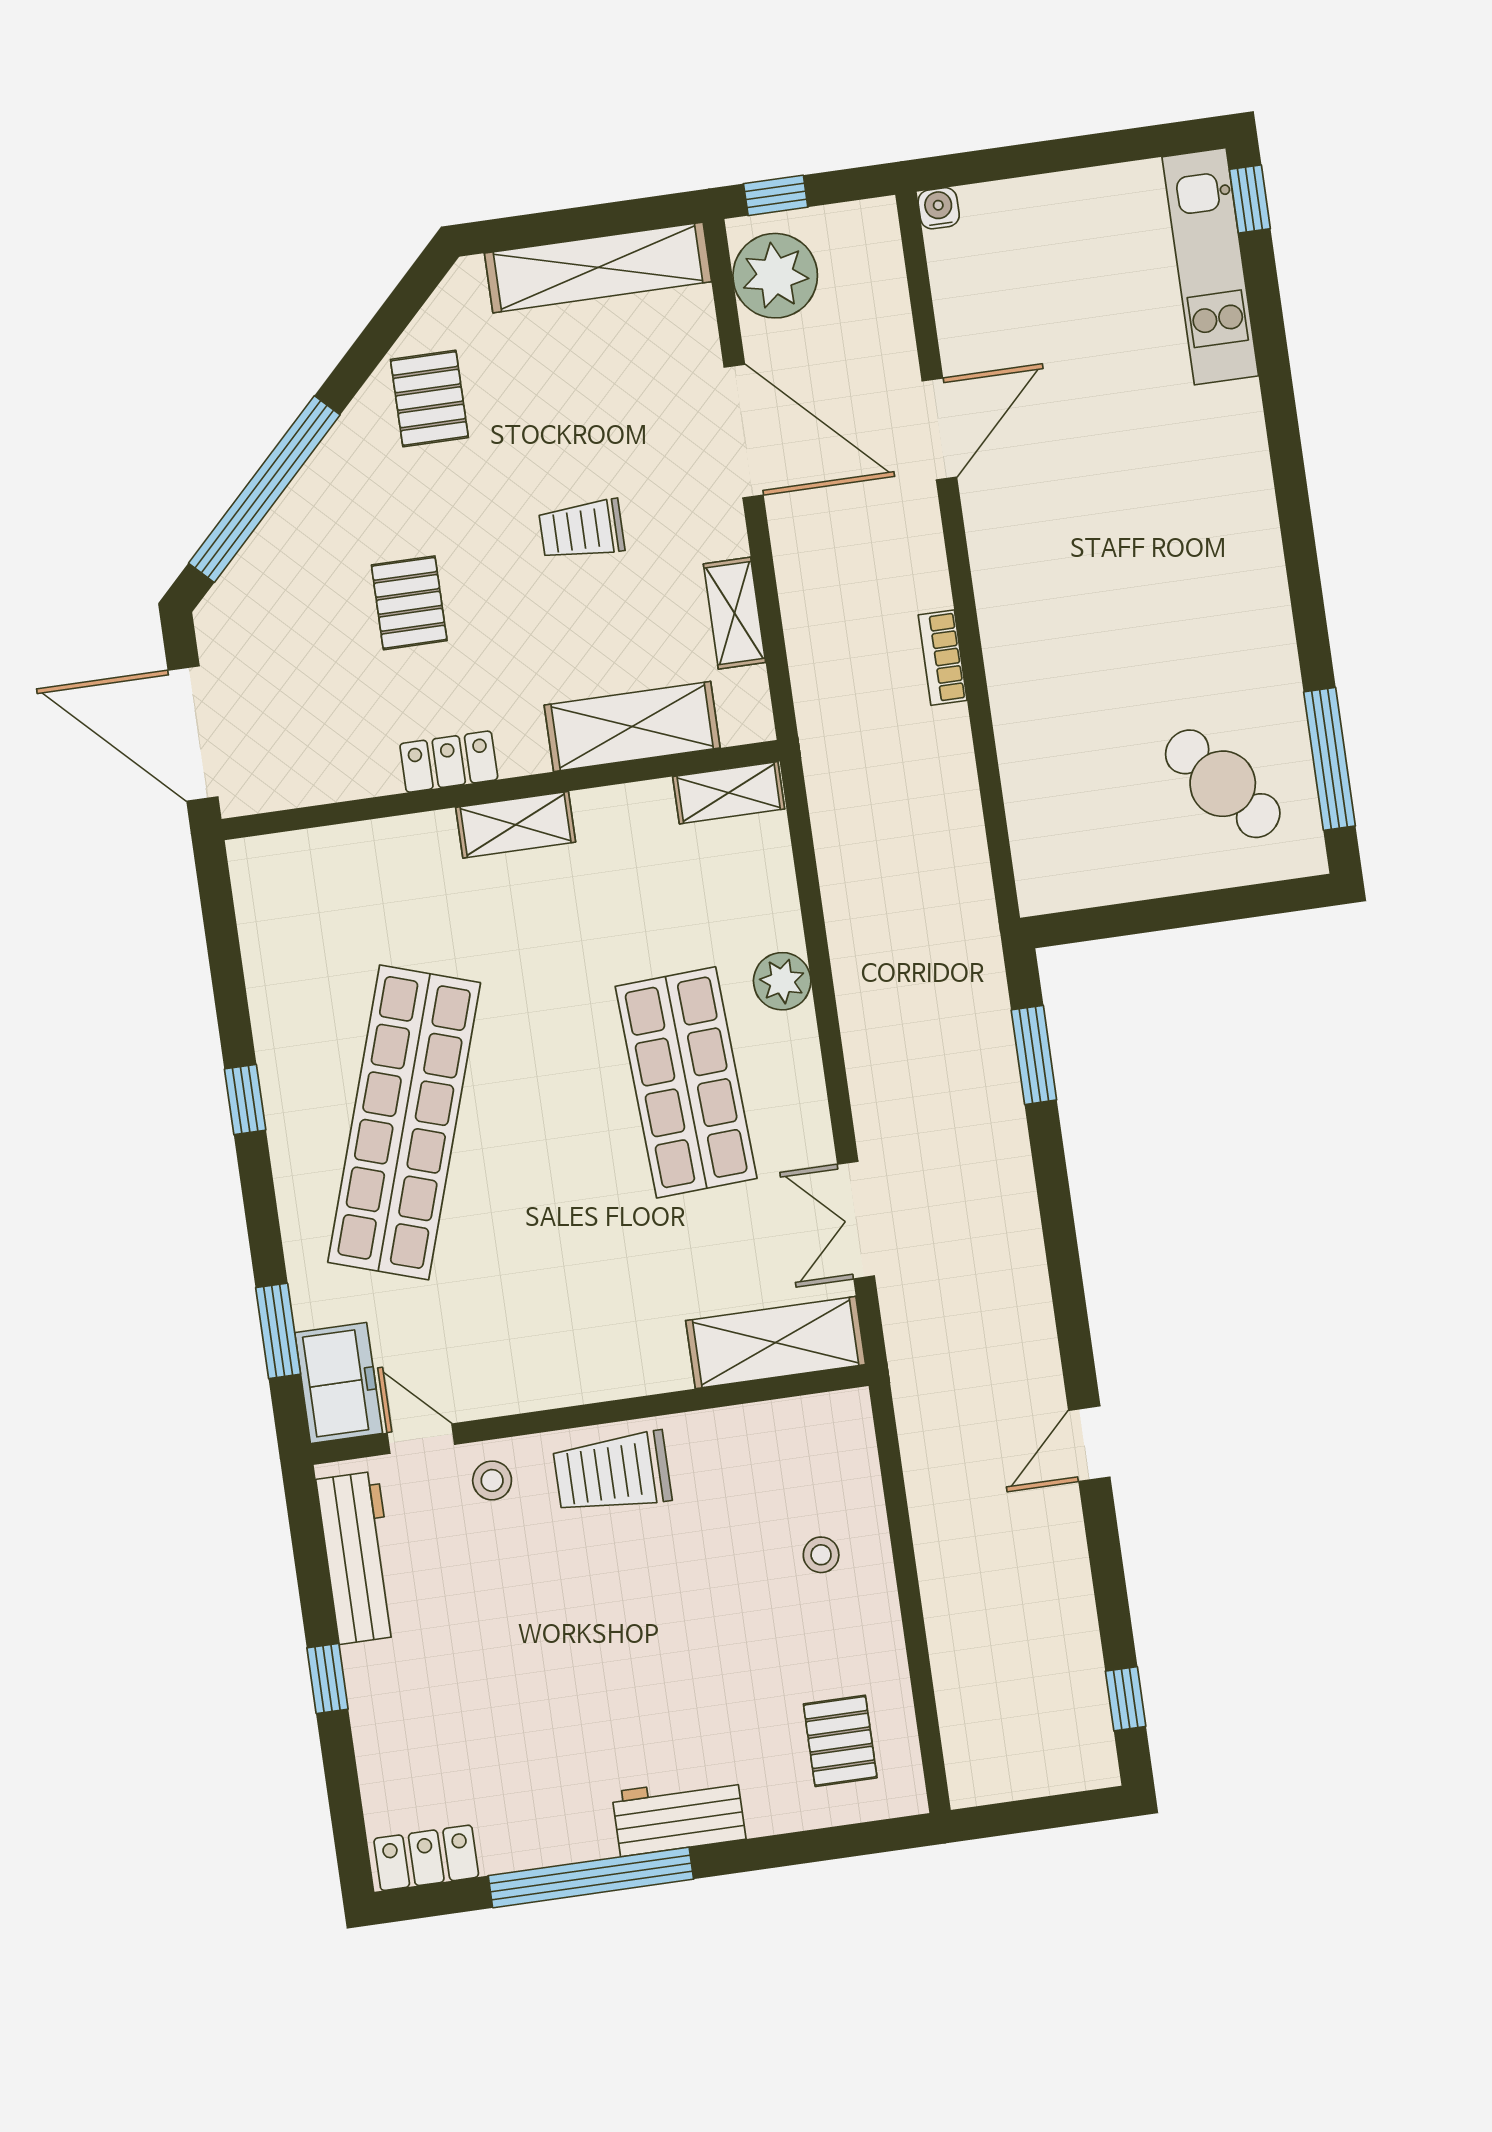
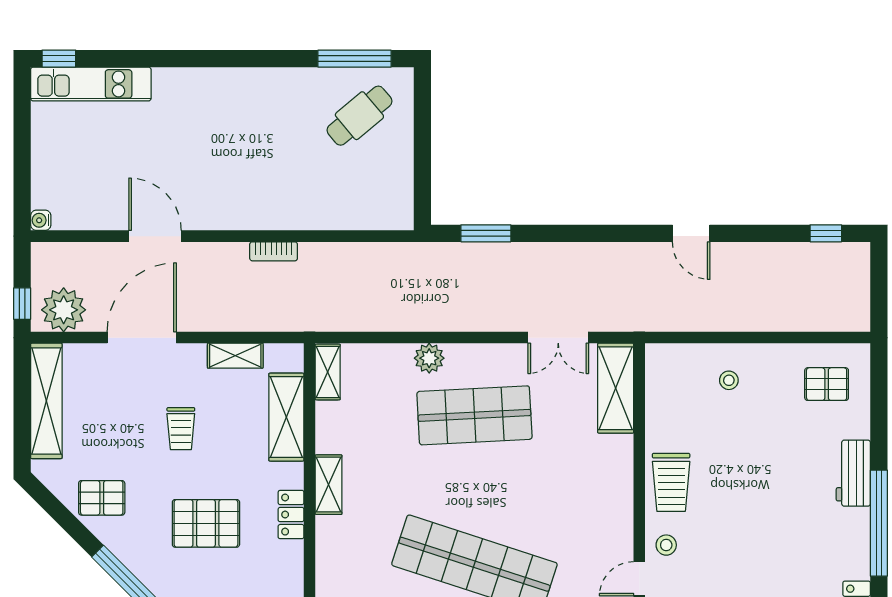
pallet: (409, 603) -> (206, 523), width x1.50, depth x1.42

